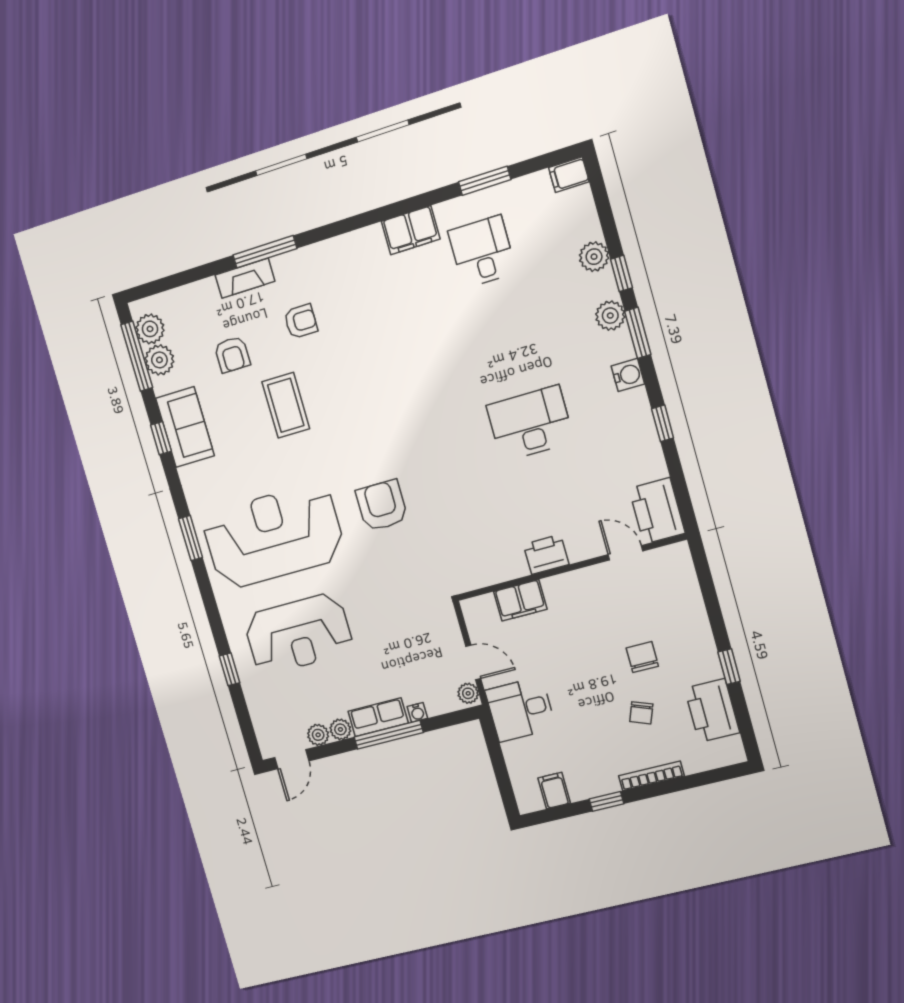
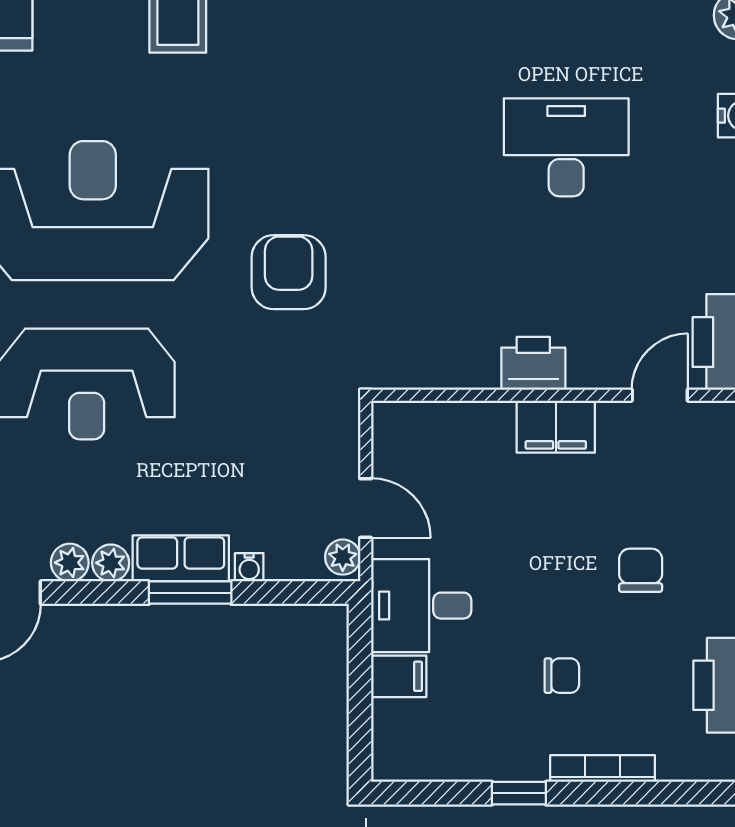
armchair: (382, 506) -> (289, 272), moved
door: (625, 553) -> (660, 395), hinge flipped
filing cabinet: (520, 600) -> (556, 427), moved
chair: (641, 713) -> (562, 676), moved, turned -111
window: (389, 735) -> (190, 593), width x0.69
filing cabinet: (554, 791) -> (399, 676), moved, turned 90

